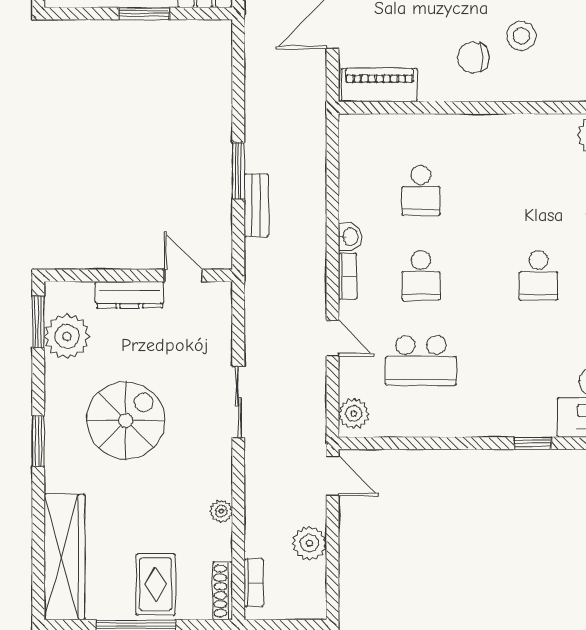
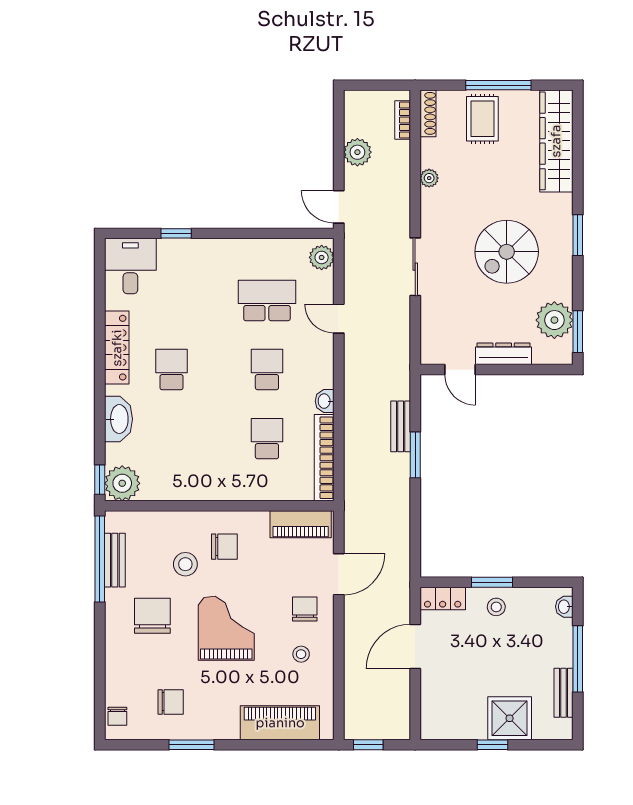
bookcase: (348, 276) -> (324, 458), moved, width x2.31, depth x1.31

